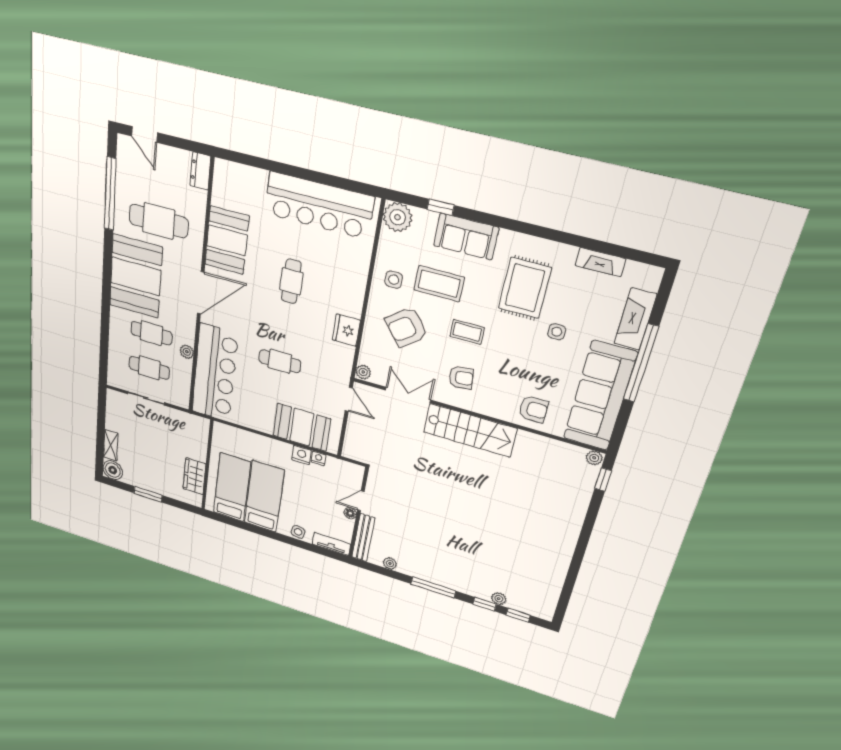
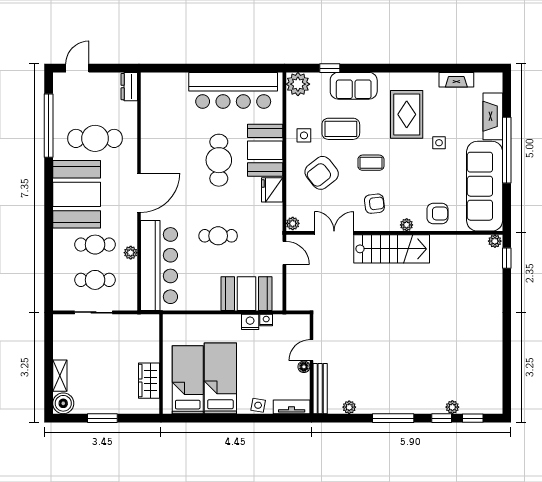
door: (144, 134) -> (77, 68), swing flipped
booth: (227, 240) -> (265, 150), moved
cafe table: (291, 281) -> (219, 160), width x1.37, depth x1.35
plant: (493, 411) -> (407, 225), added

